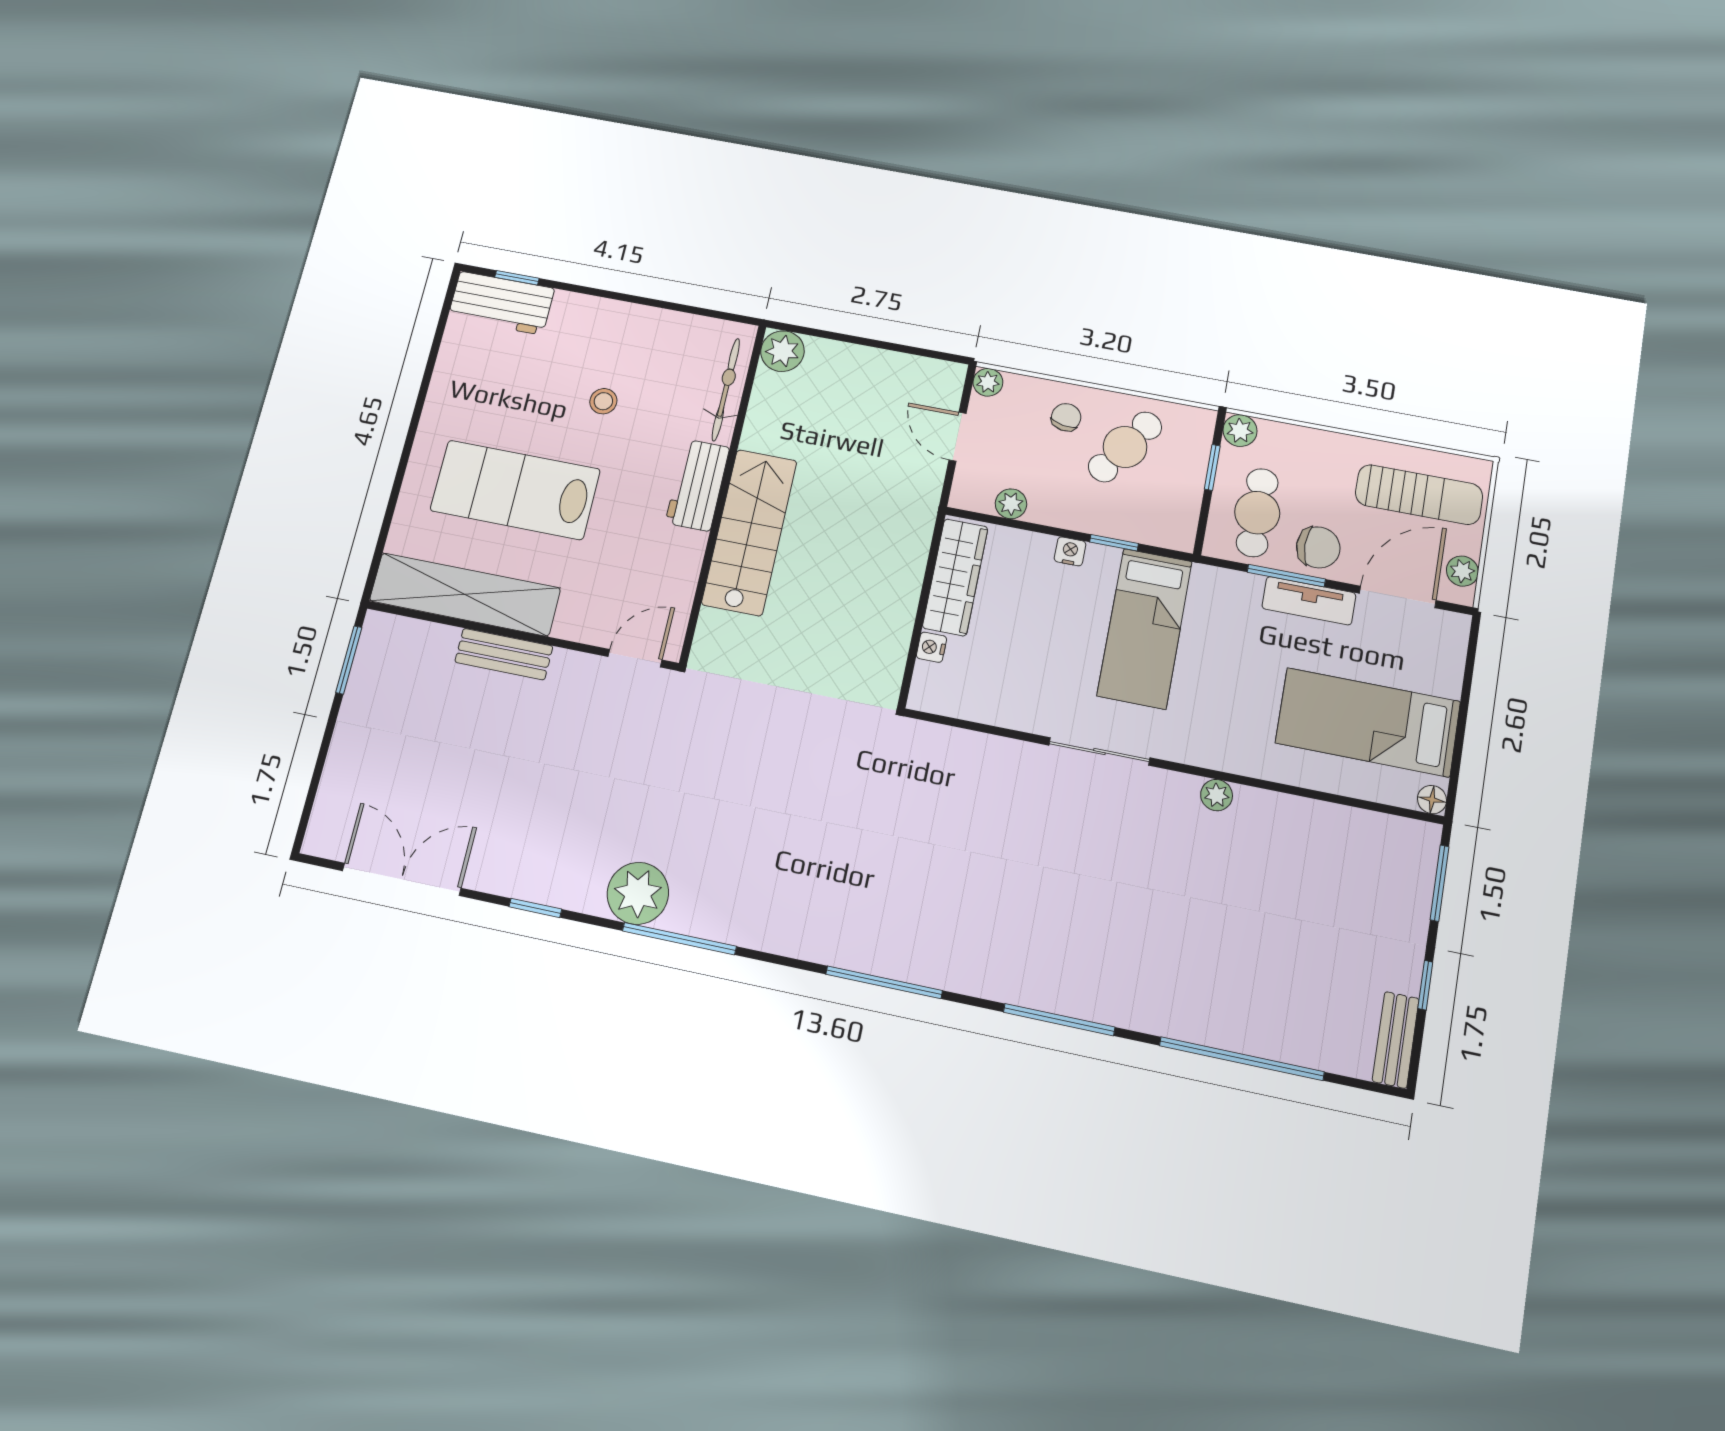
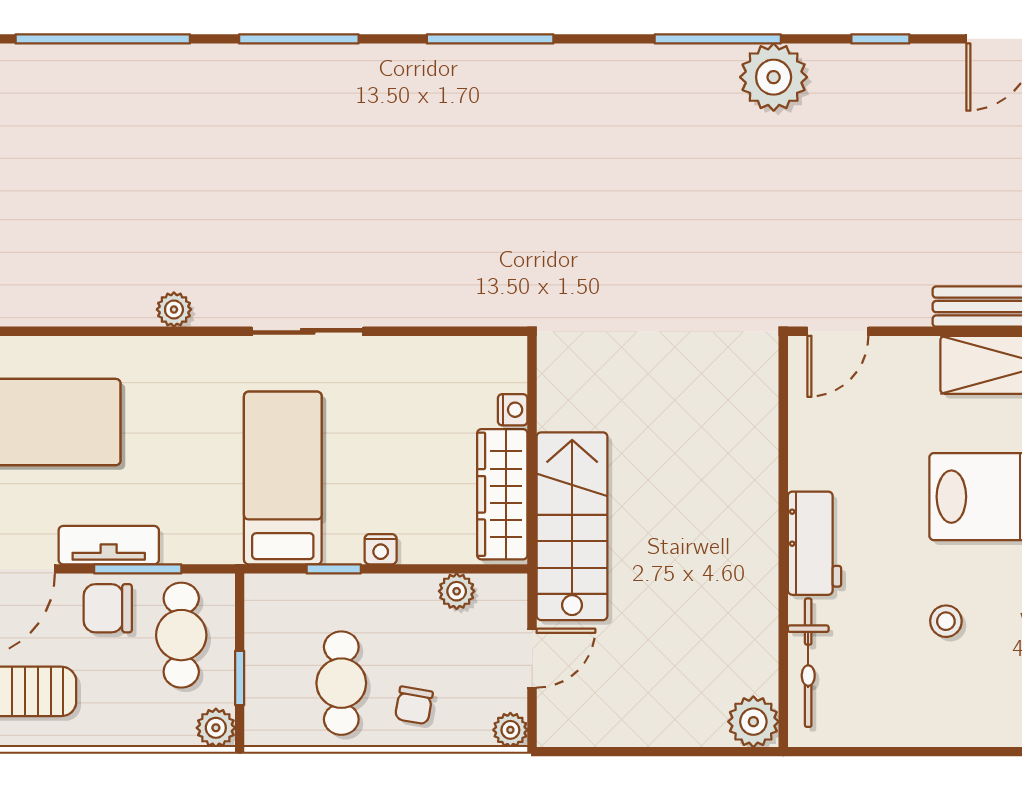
door: (958, 437) -> (532, 658), hinge flipped
cafe table: (1125, 447) -> (341, 683), turned -34
stairs: (749, 532) -> (572, 526), moved, turned 180

